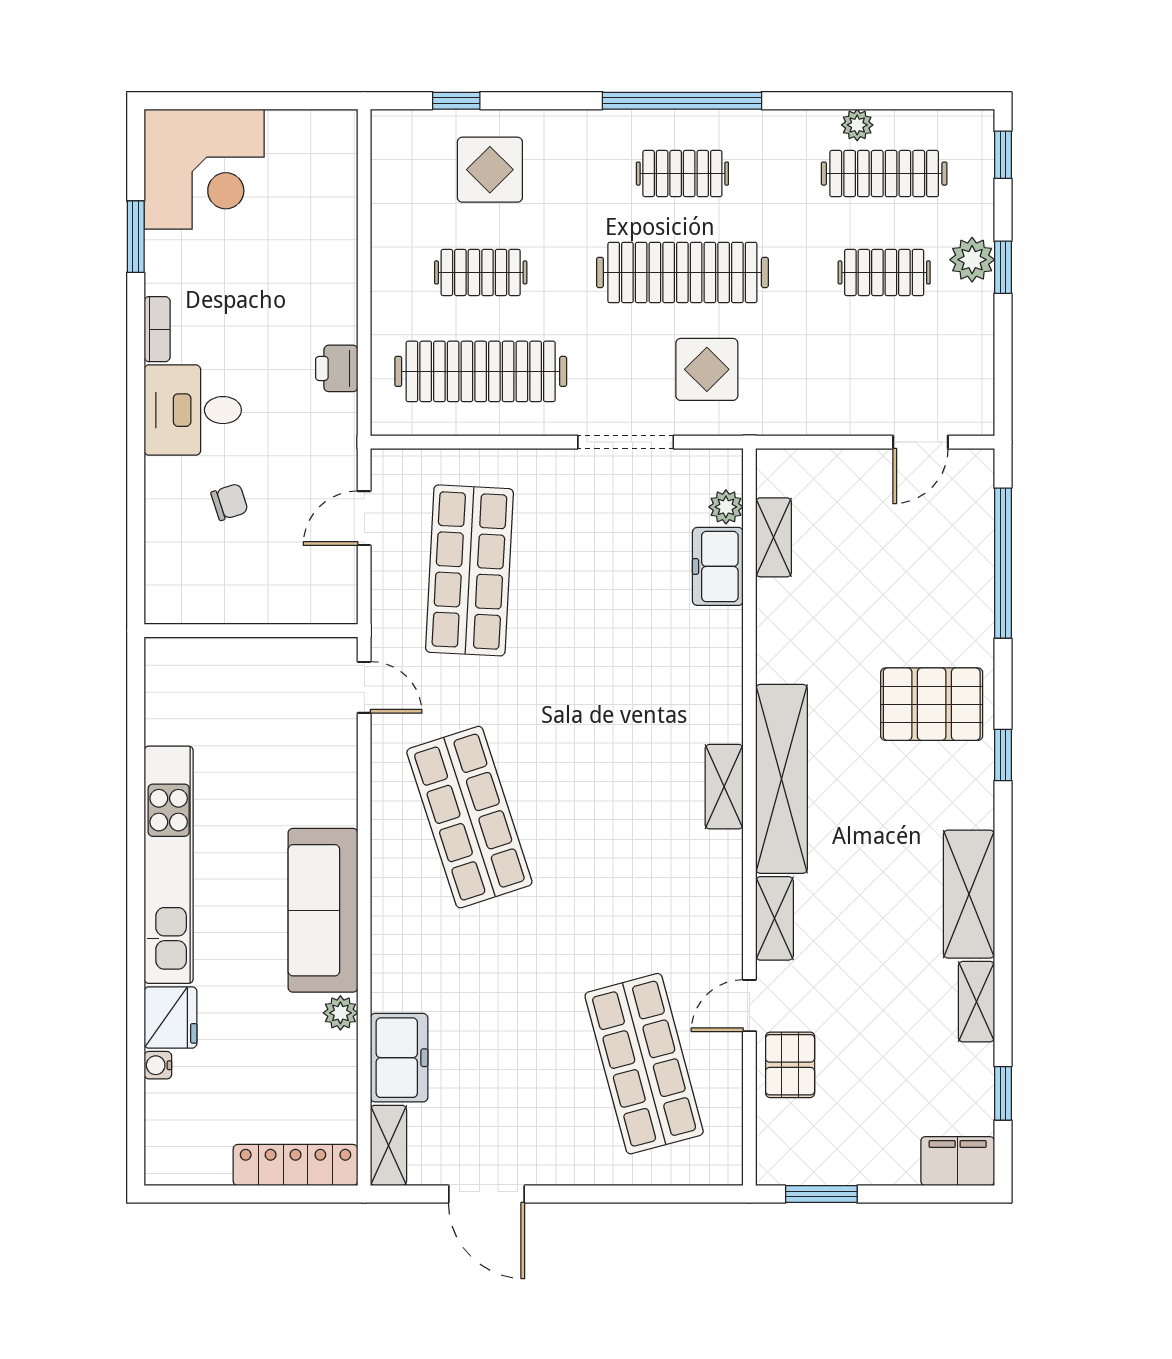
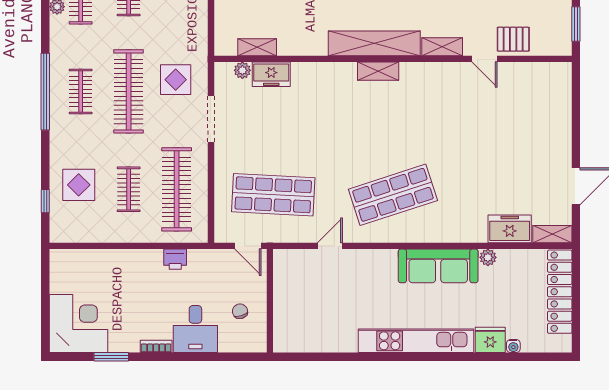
wall: (251, 631) -> (270, 301), moved
shop shelf: (644, 1064) -> (513, 110), removed
locker: (295, 1165) -> (560, 292), width x1.41, depth x1.21

